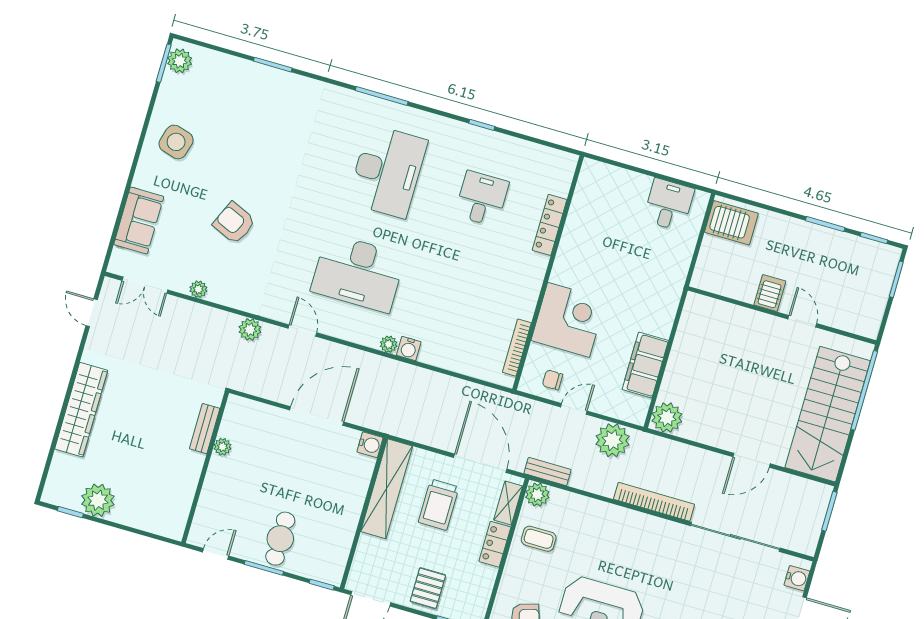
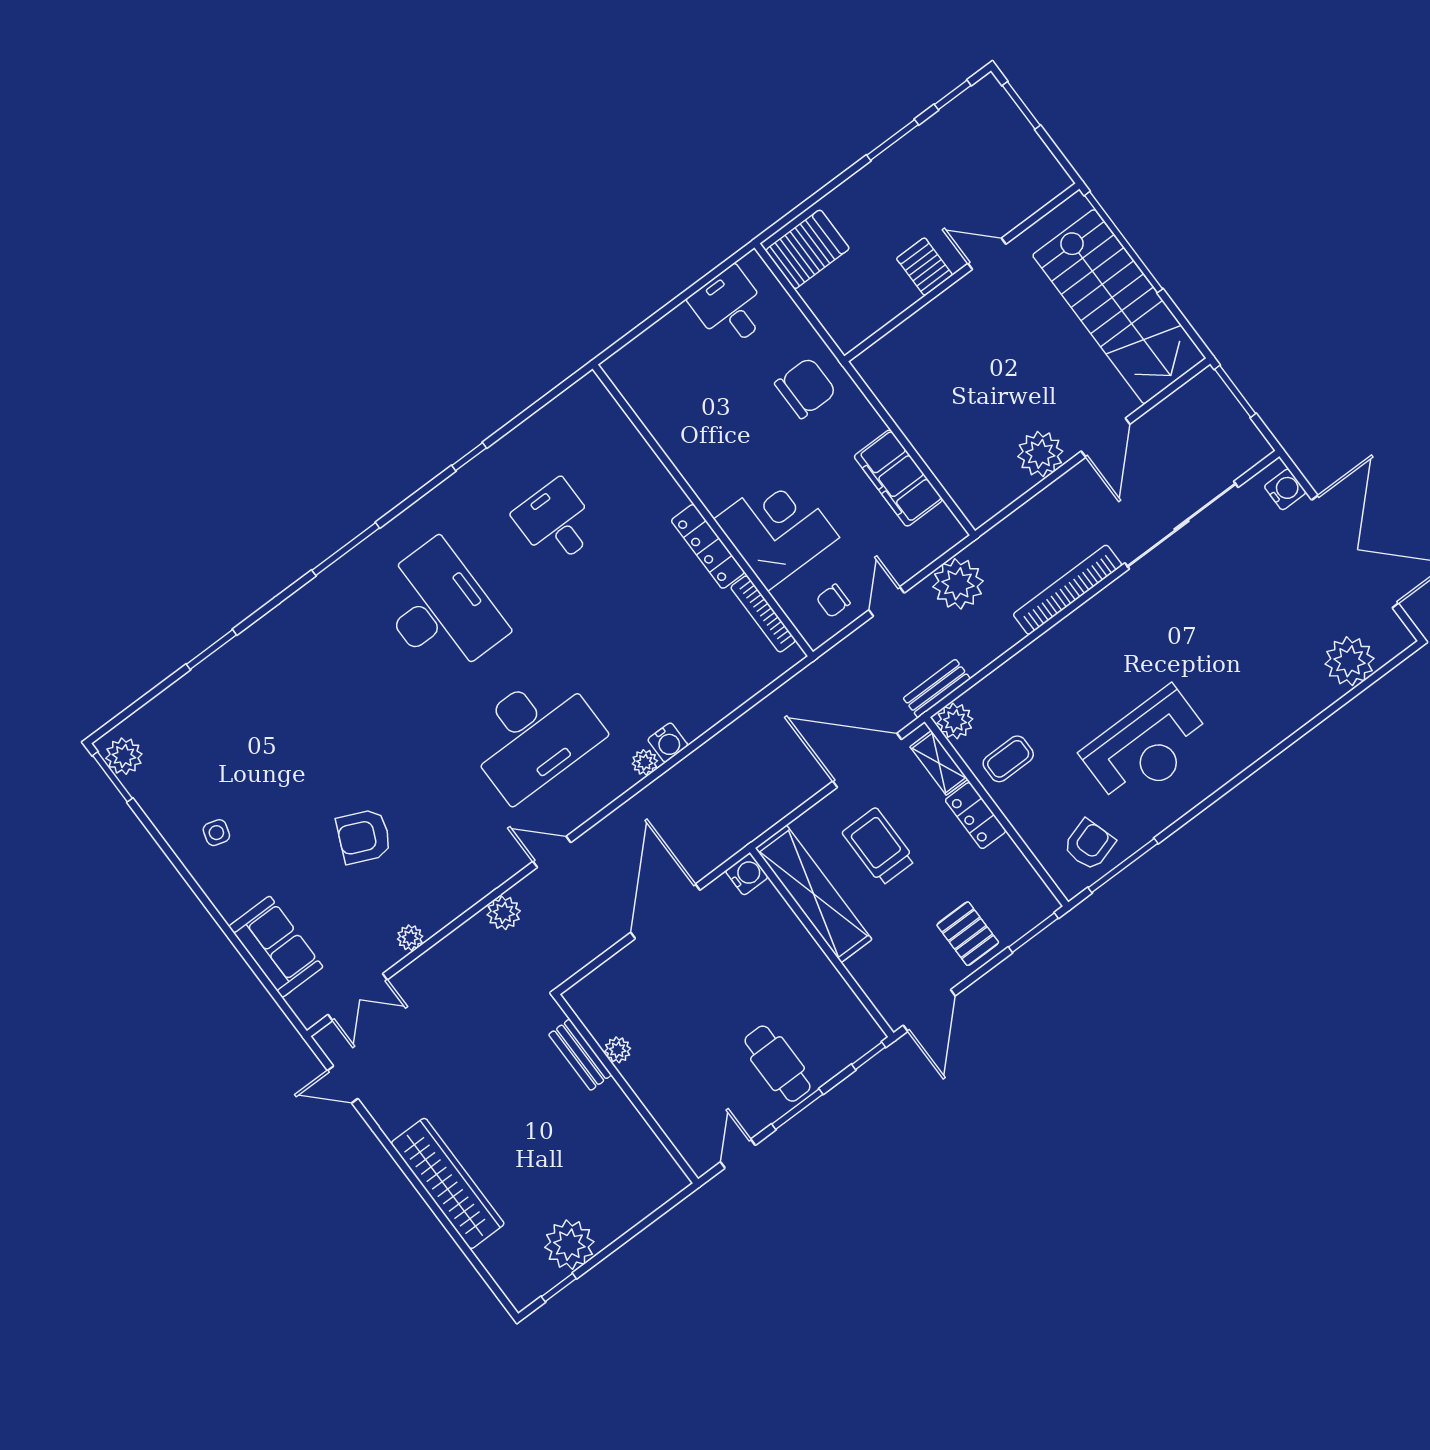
side table: (176, 142) -> (216, 833), width x0.54, depth x0.54
locker: (550, 225) -> (708, 546), moved
chair: (656, 278) -> (806, 388), added
plant: (667, 418) -> (1040, 454), moved
trolley: (439, 505) -> (879, 846), turned 180

